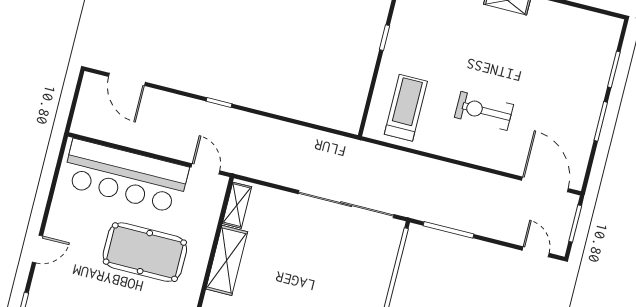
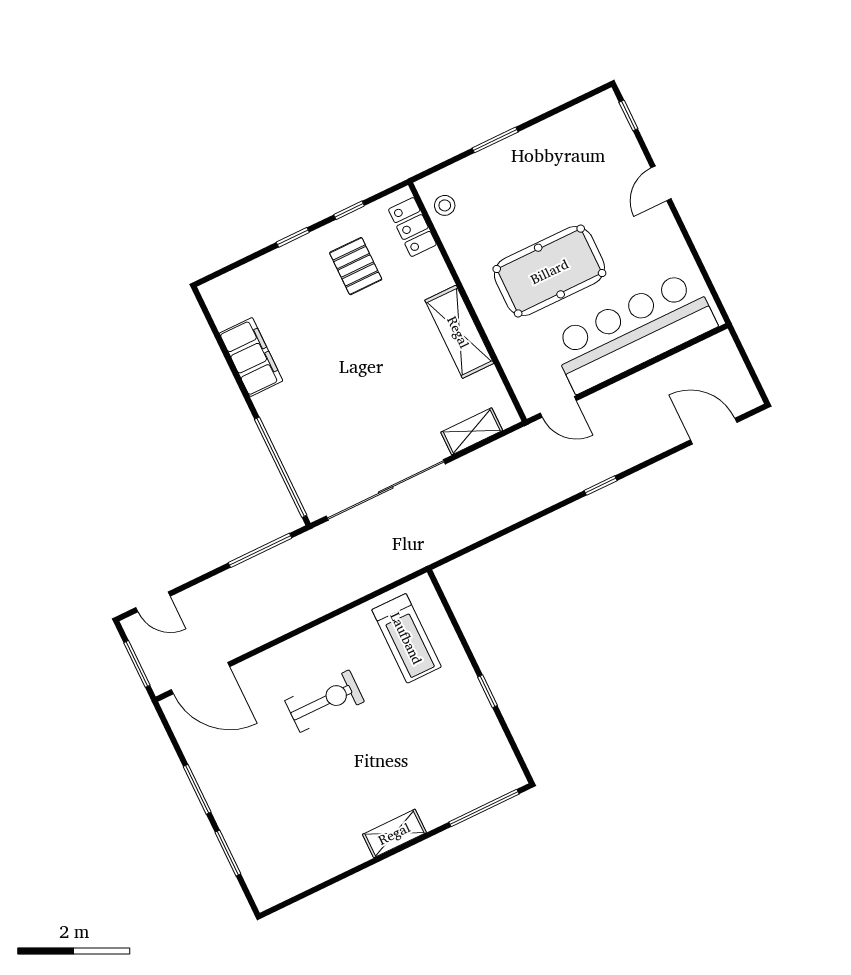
shelving: (237, 205) -> (472, 431), moved, turned 90

